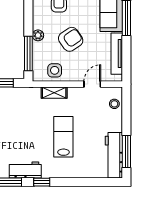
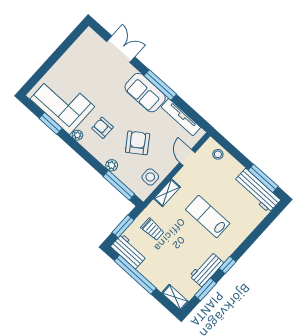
trolley: (19, 106) -> (153, 229), added

